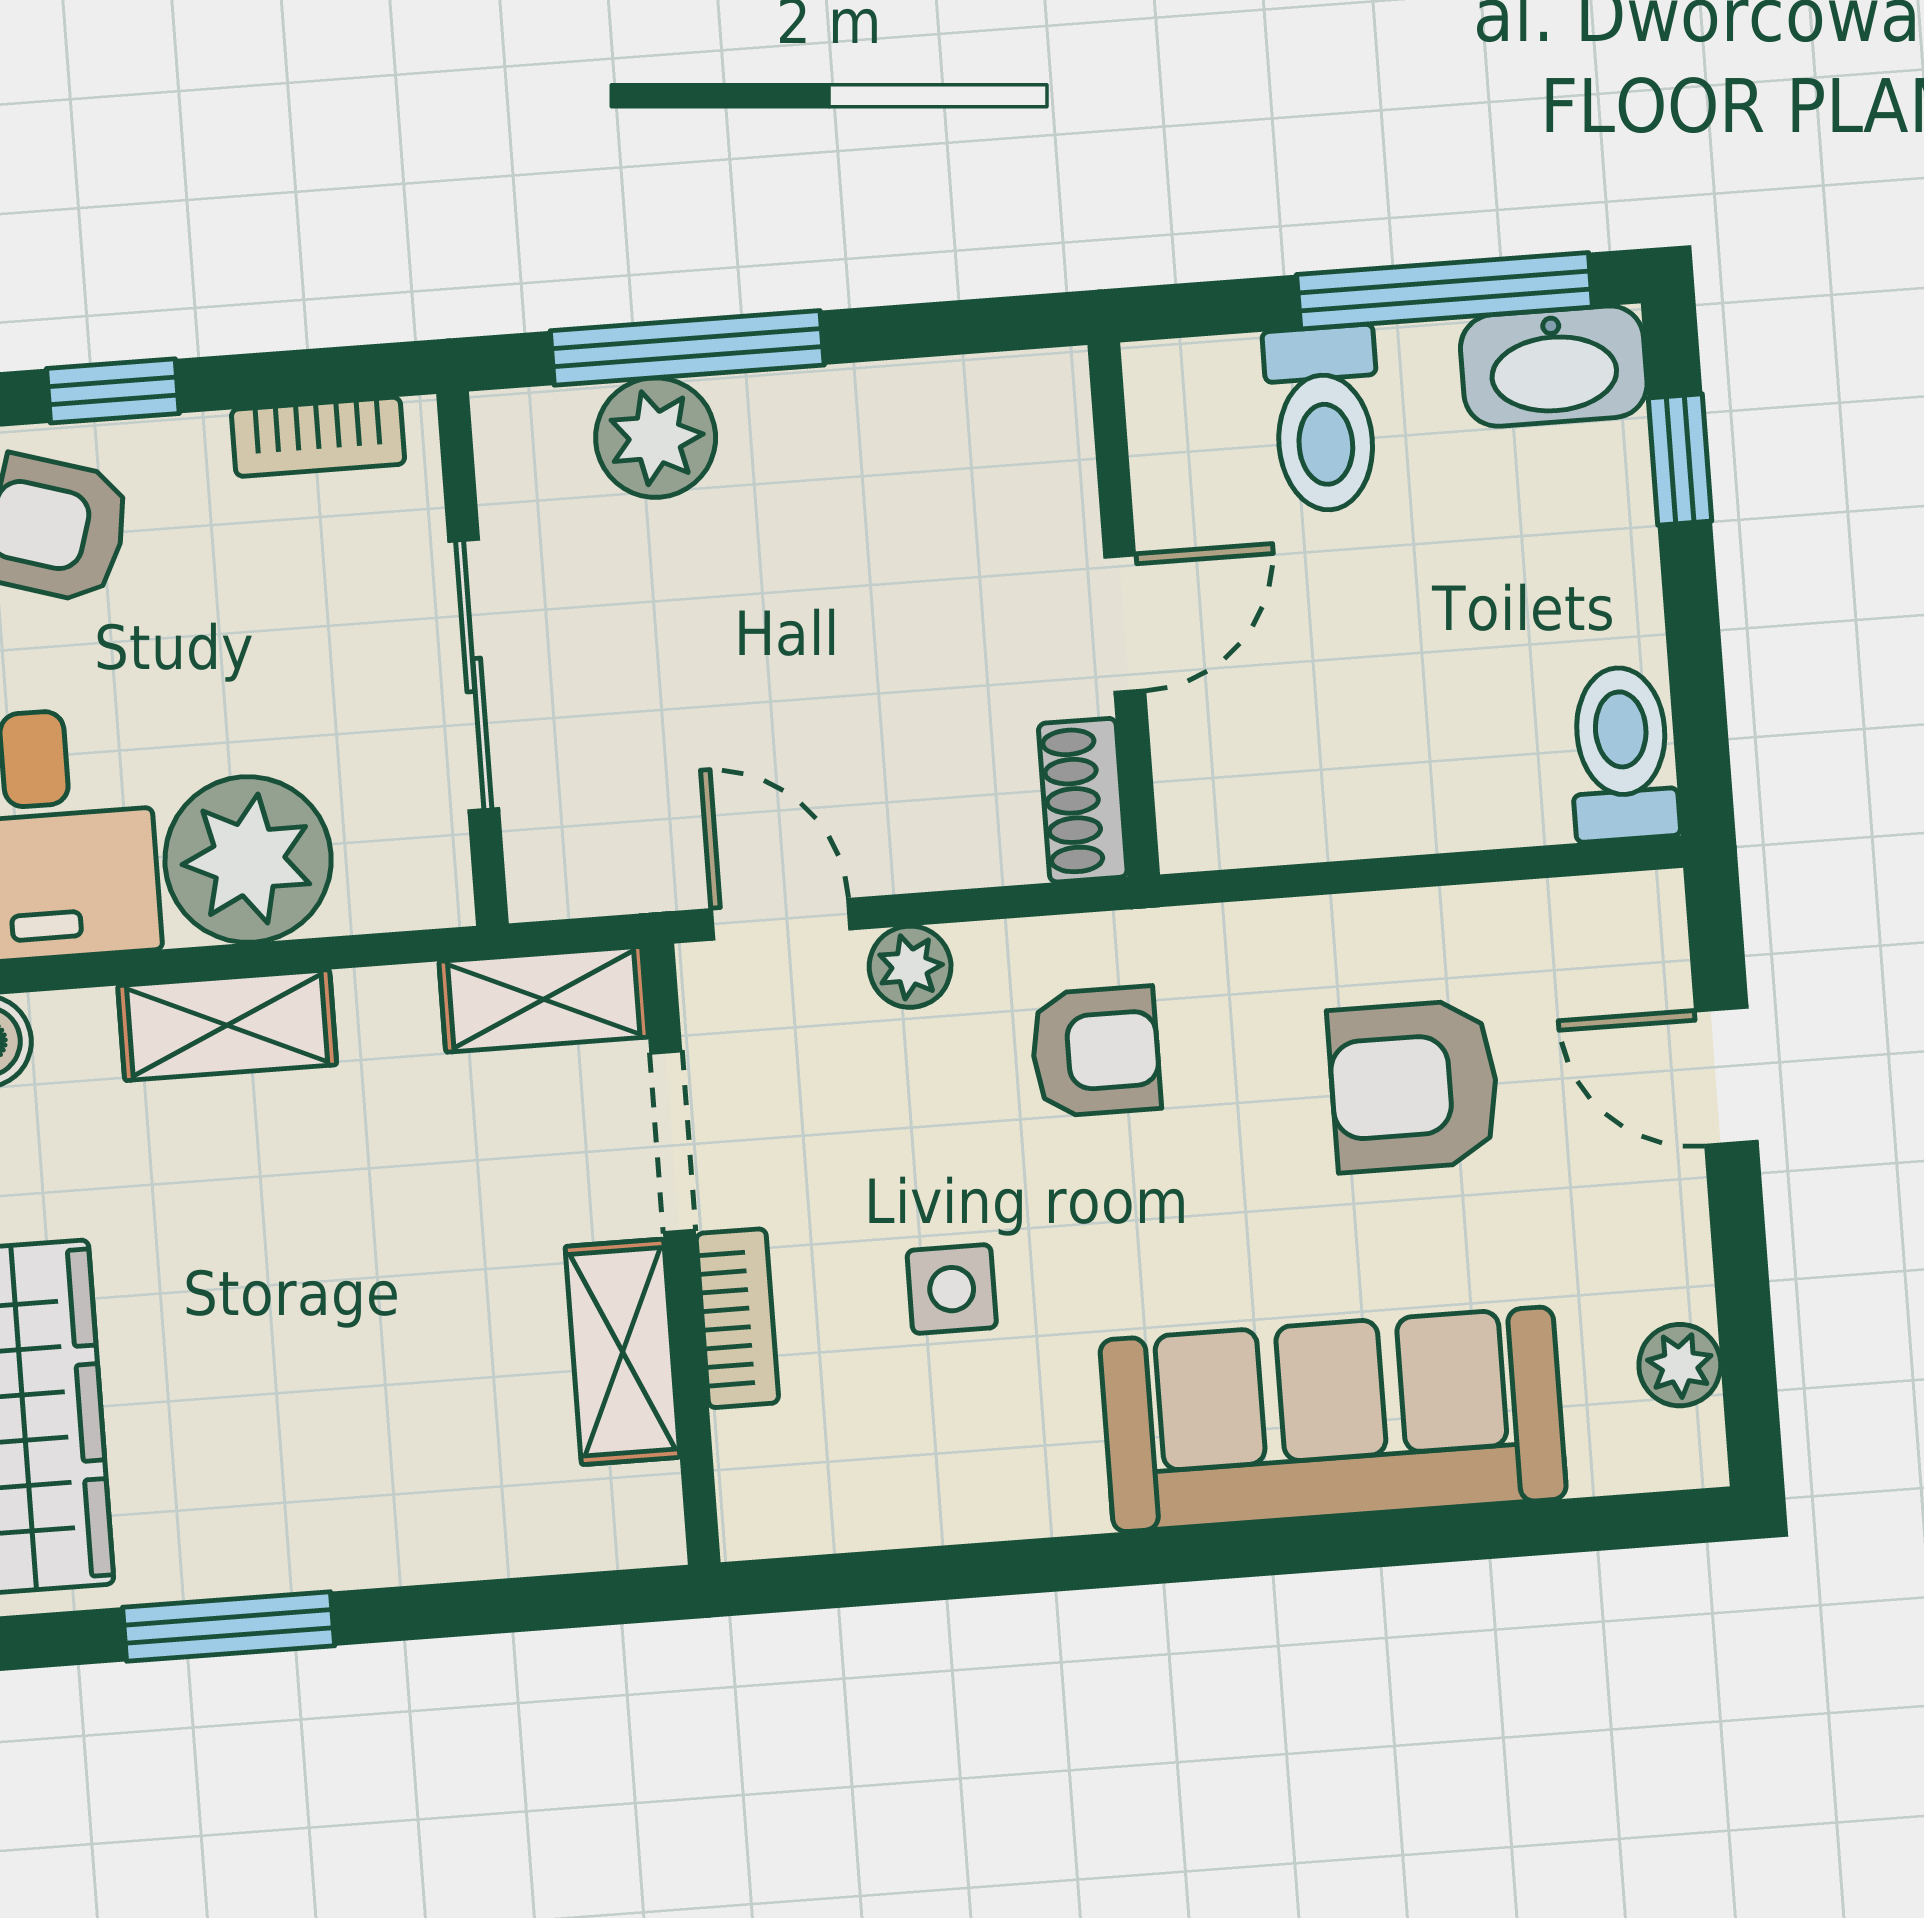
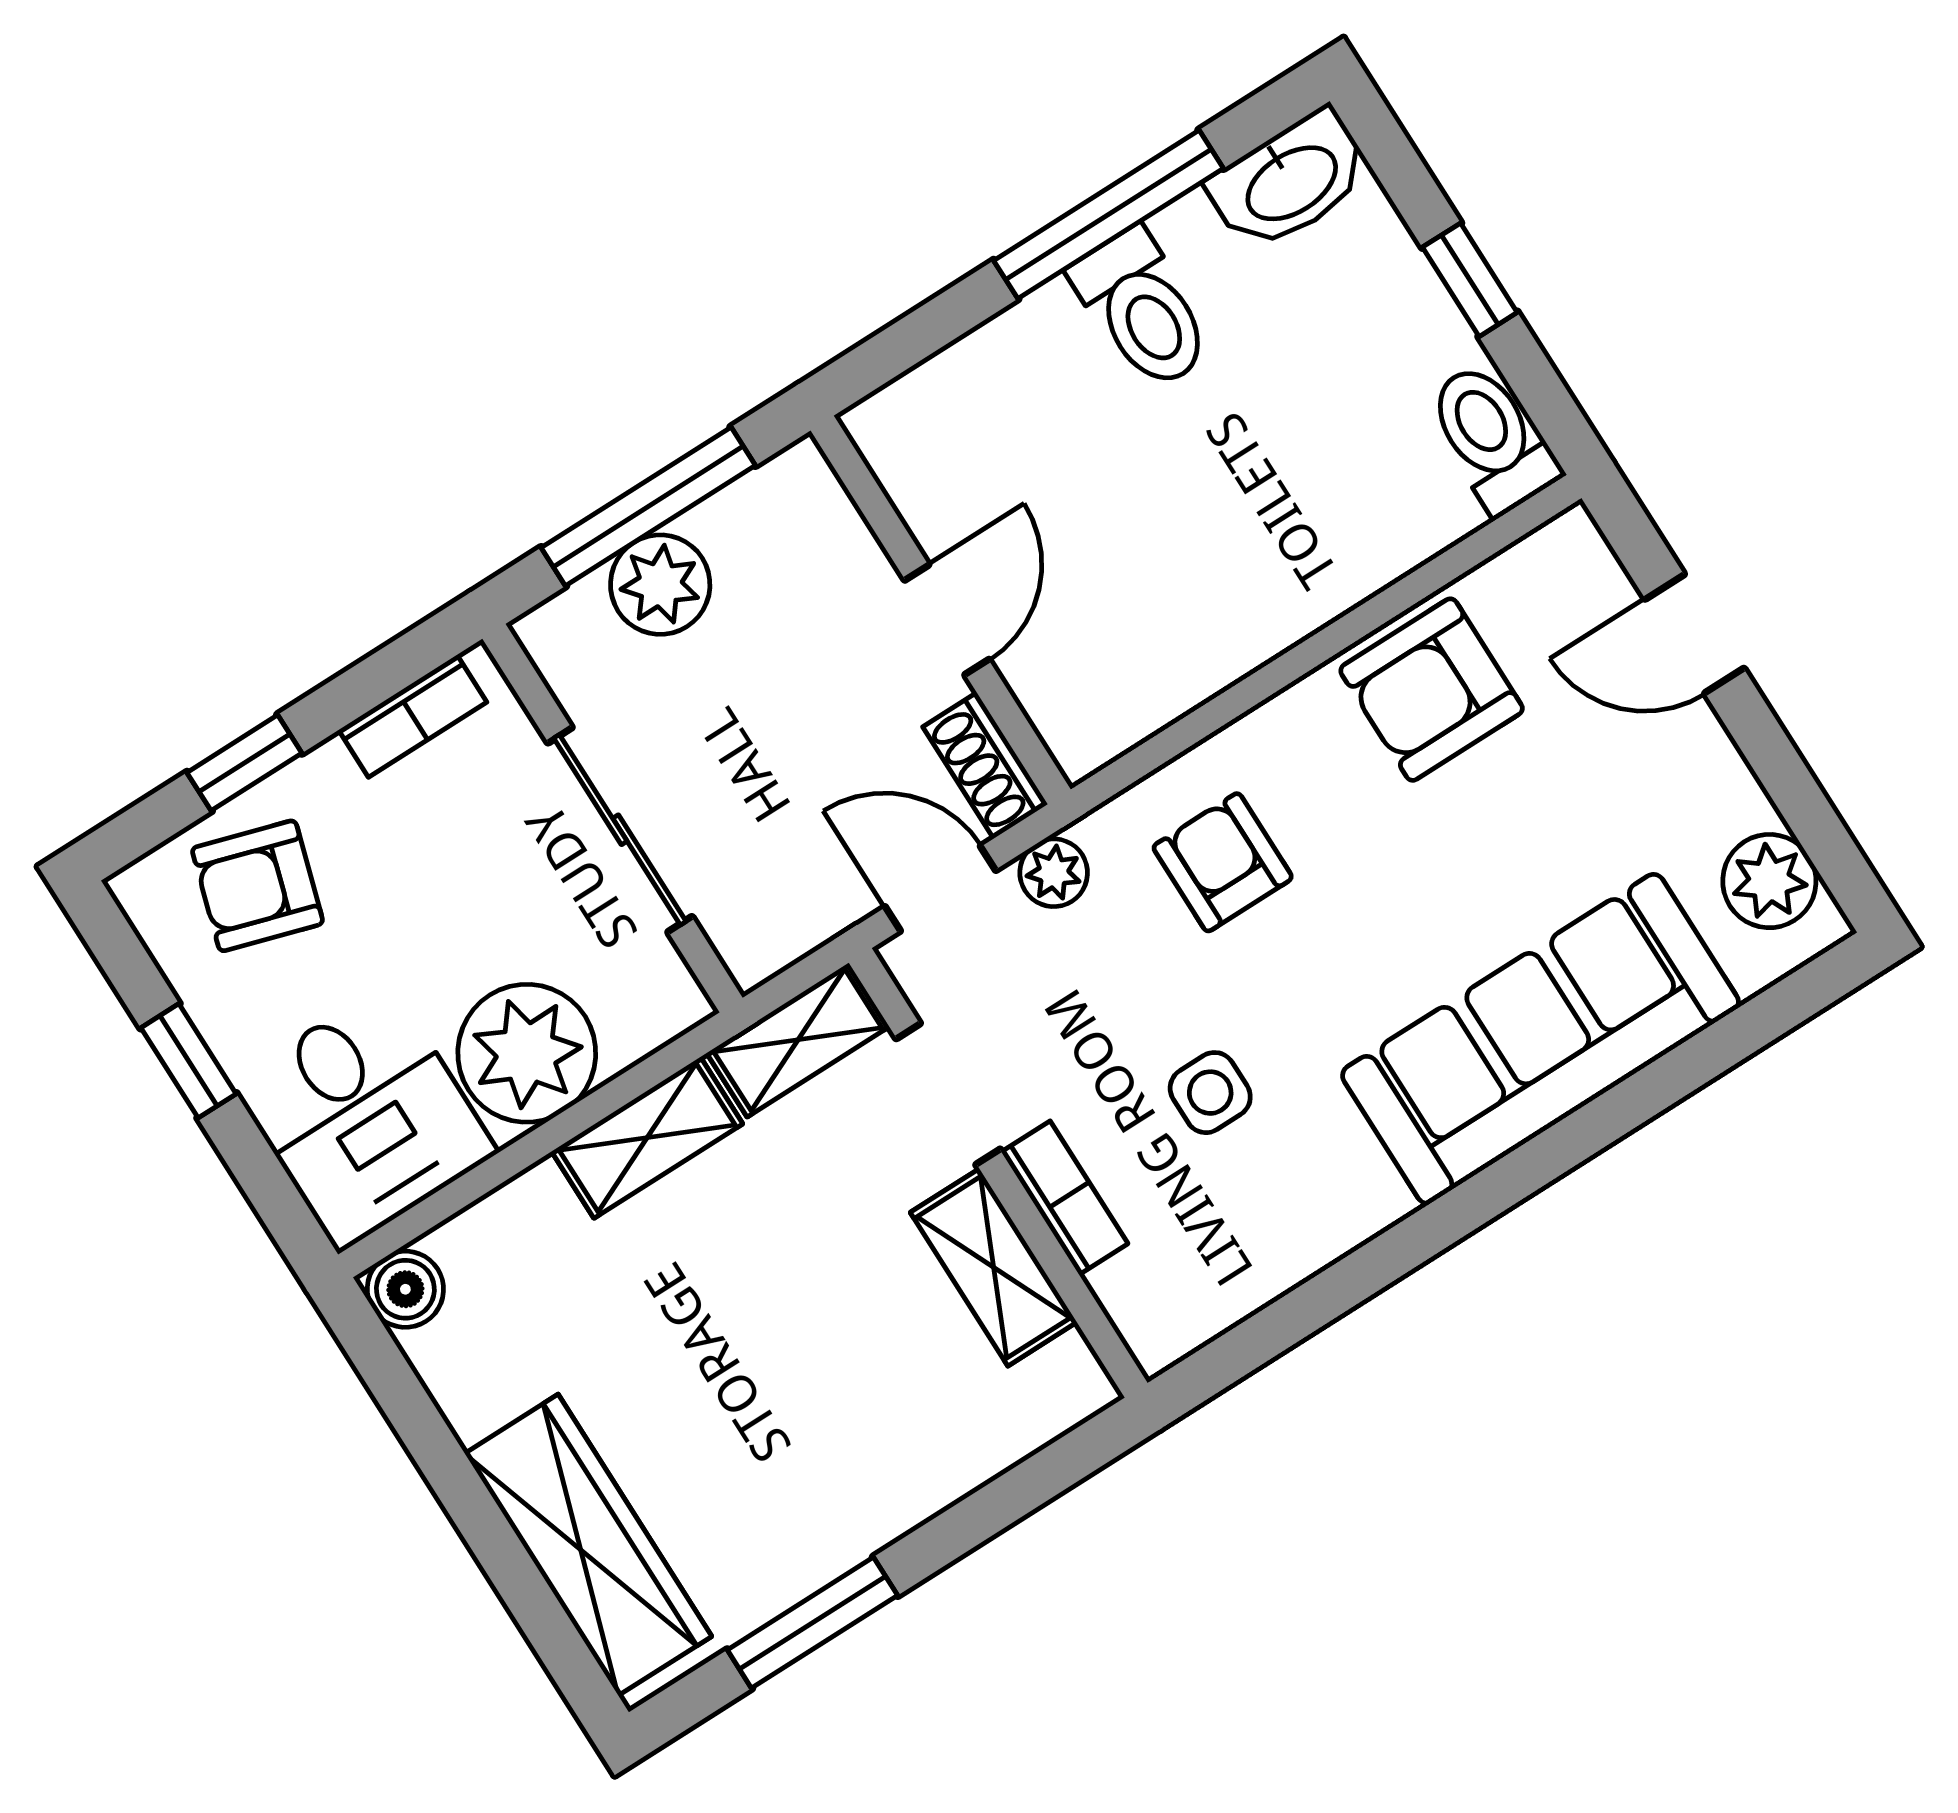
window: (1445, 291) -> (1108, 214), moved
window: (1680, 460) -> (1470, 280), moved
wall: (1124, 610) -> (941, 610), moved
door: (1125, 624) -> (947, 620), moved
shoe rack: (1083, 800) -> (985, 765), moved
shelving: (227, 1025) -> (647, 1138), moved
armchair: (1096, 1051) -> (1223, 862), turned -90
armchair: (1414, 1086) -> (1432, 690), moved
plant: (1680, 1365) -> (1769, 881), width x1.38, depth x1.38

